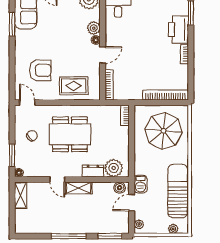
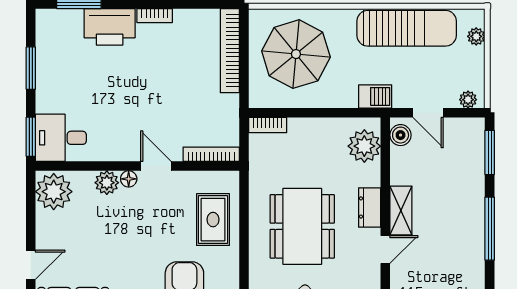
dresser: (93, 171) -> (370, 207), moved
barbecue: (141, 184) -> (375, 96), moved
sun lounger: (178, 191) -> (407, 28), turned 180

